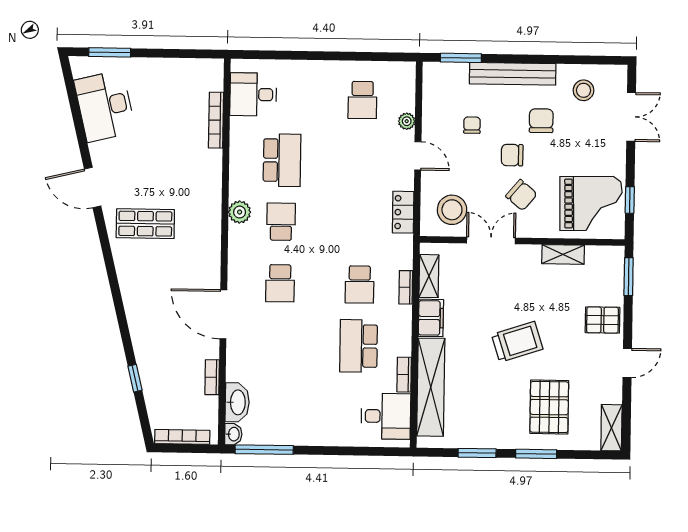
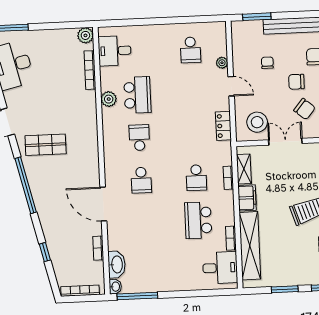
plant: (212, 70) -> (85, 35), added
plant: (240, 212) -> (109, 99), moved
window: (113, 280) -> (26, 185), added

